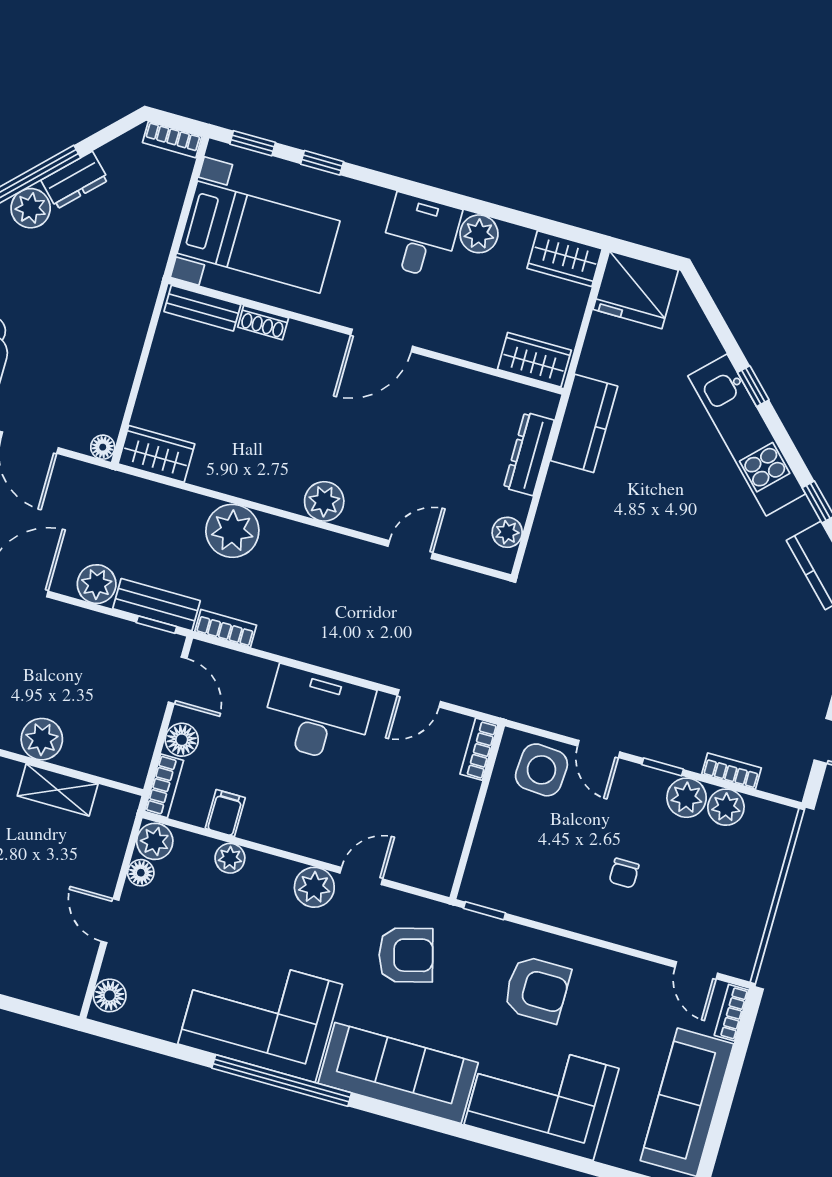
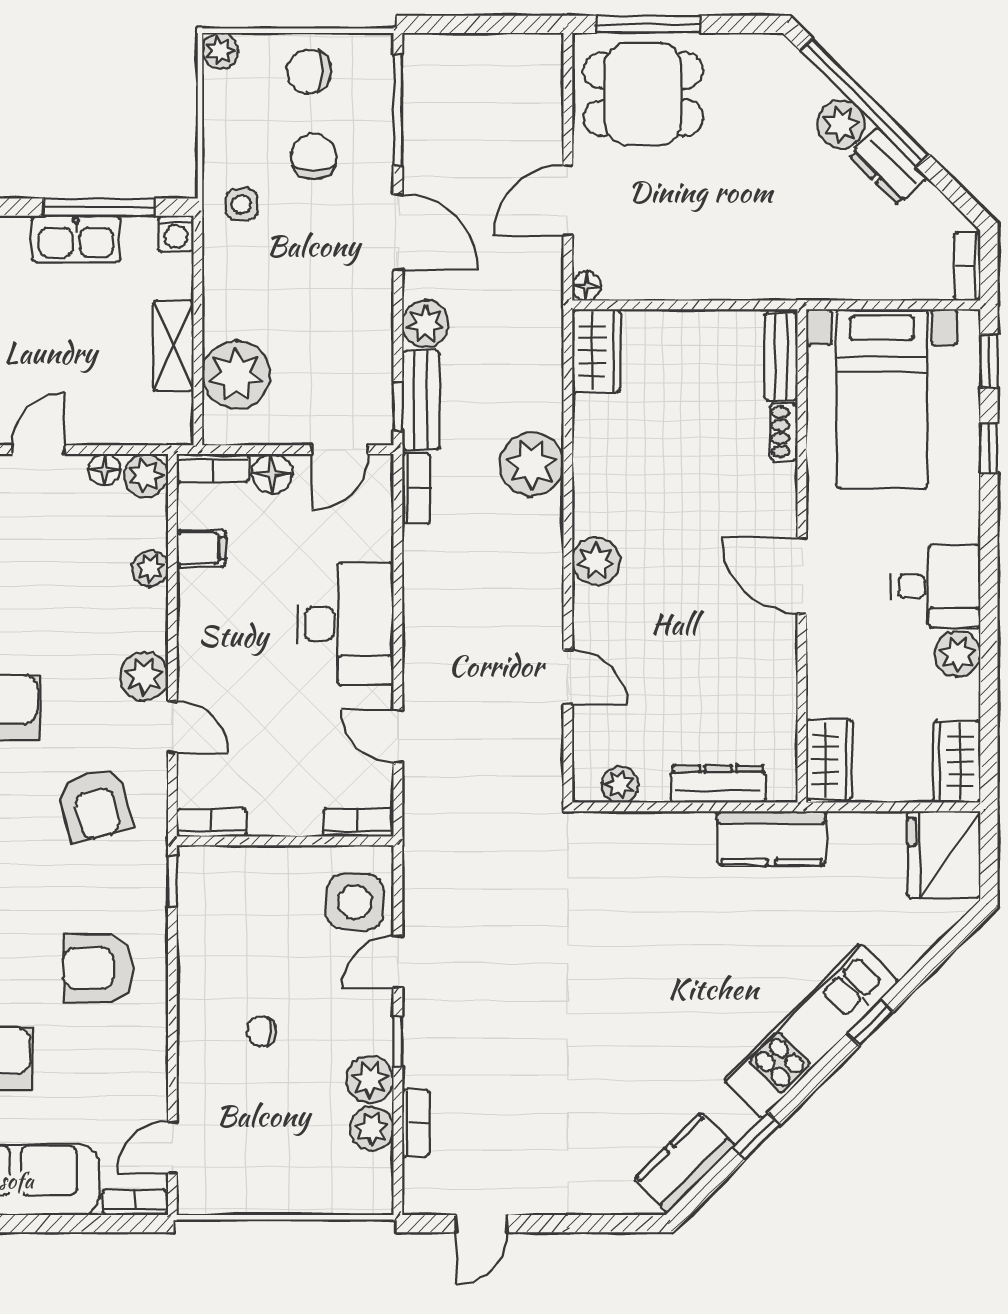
plant: (42, 739) -> (236, 375), moved, width x1.36, depth x1.36
bookcase: (446, 866) -> (212, 823), added
armchair: (537, 989) -> (98, 968), turned 90

